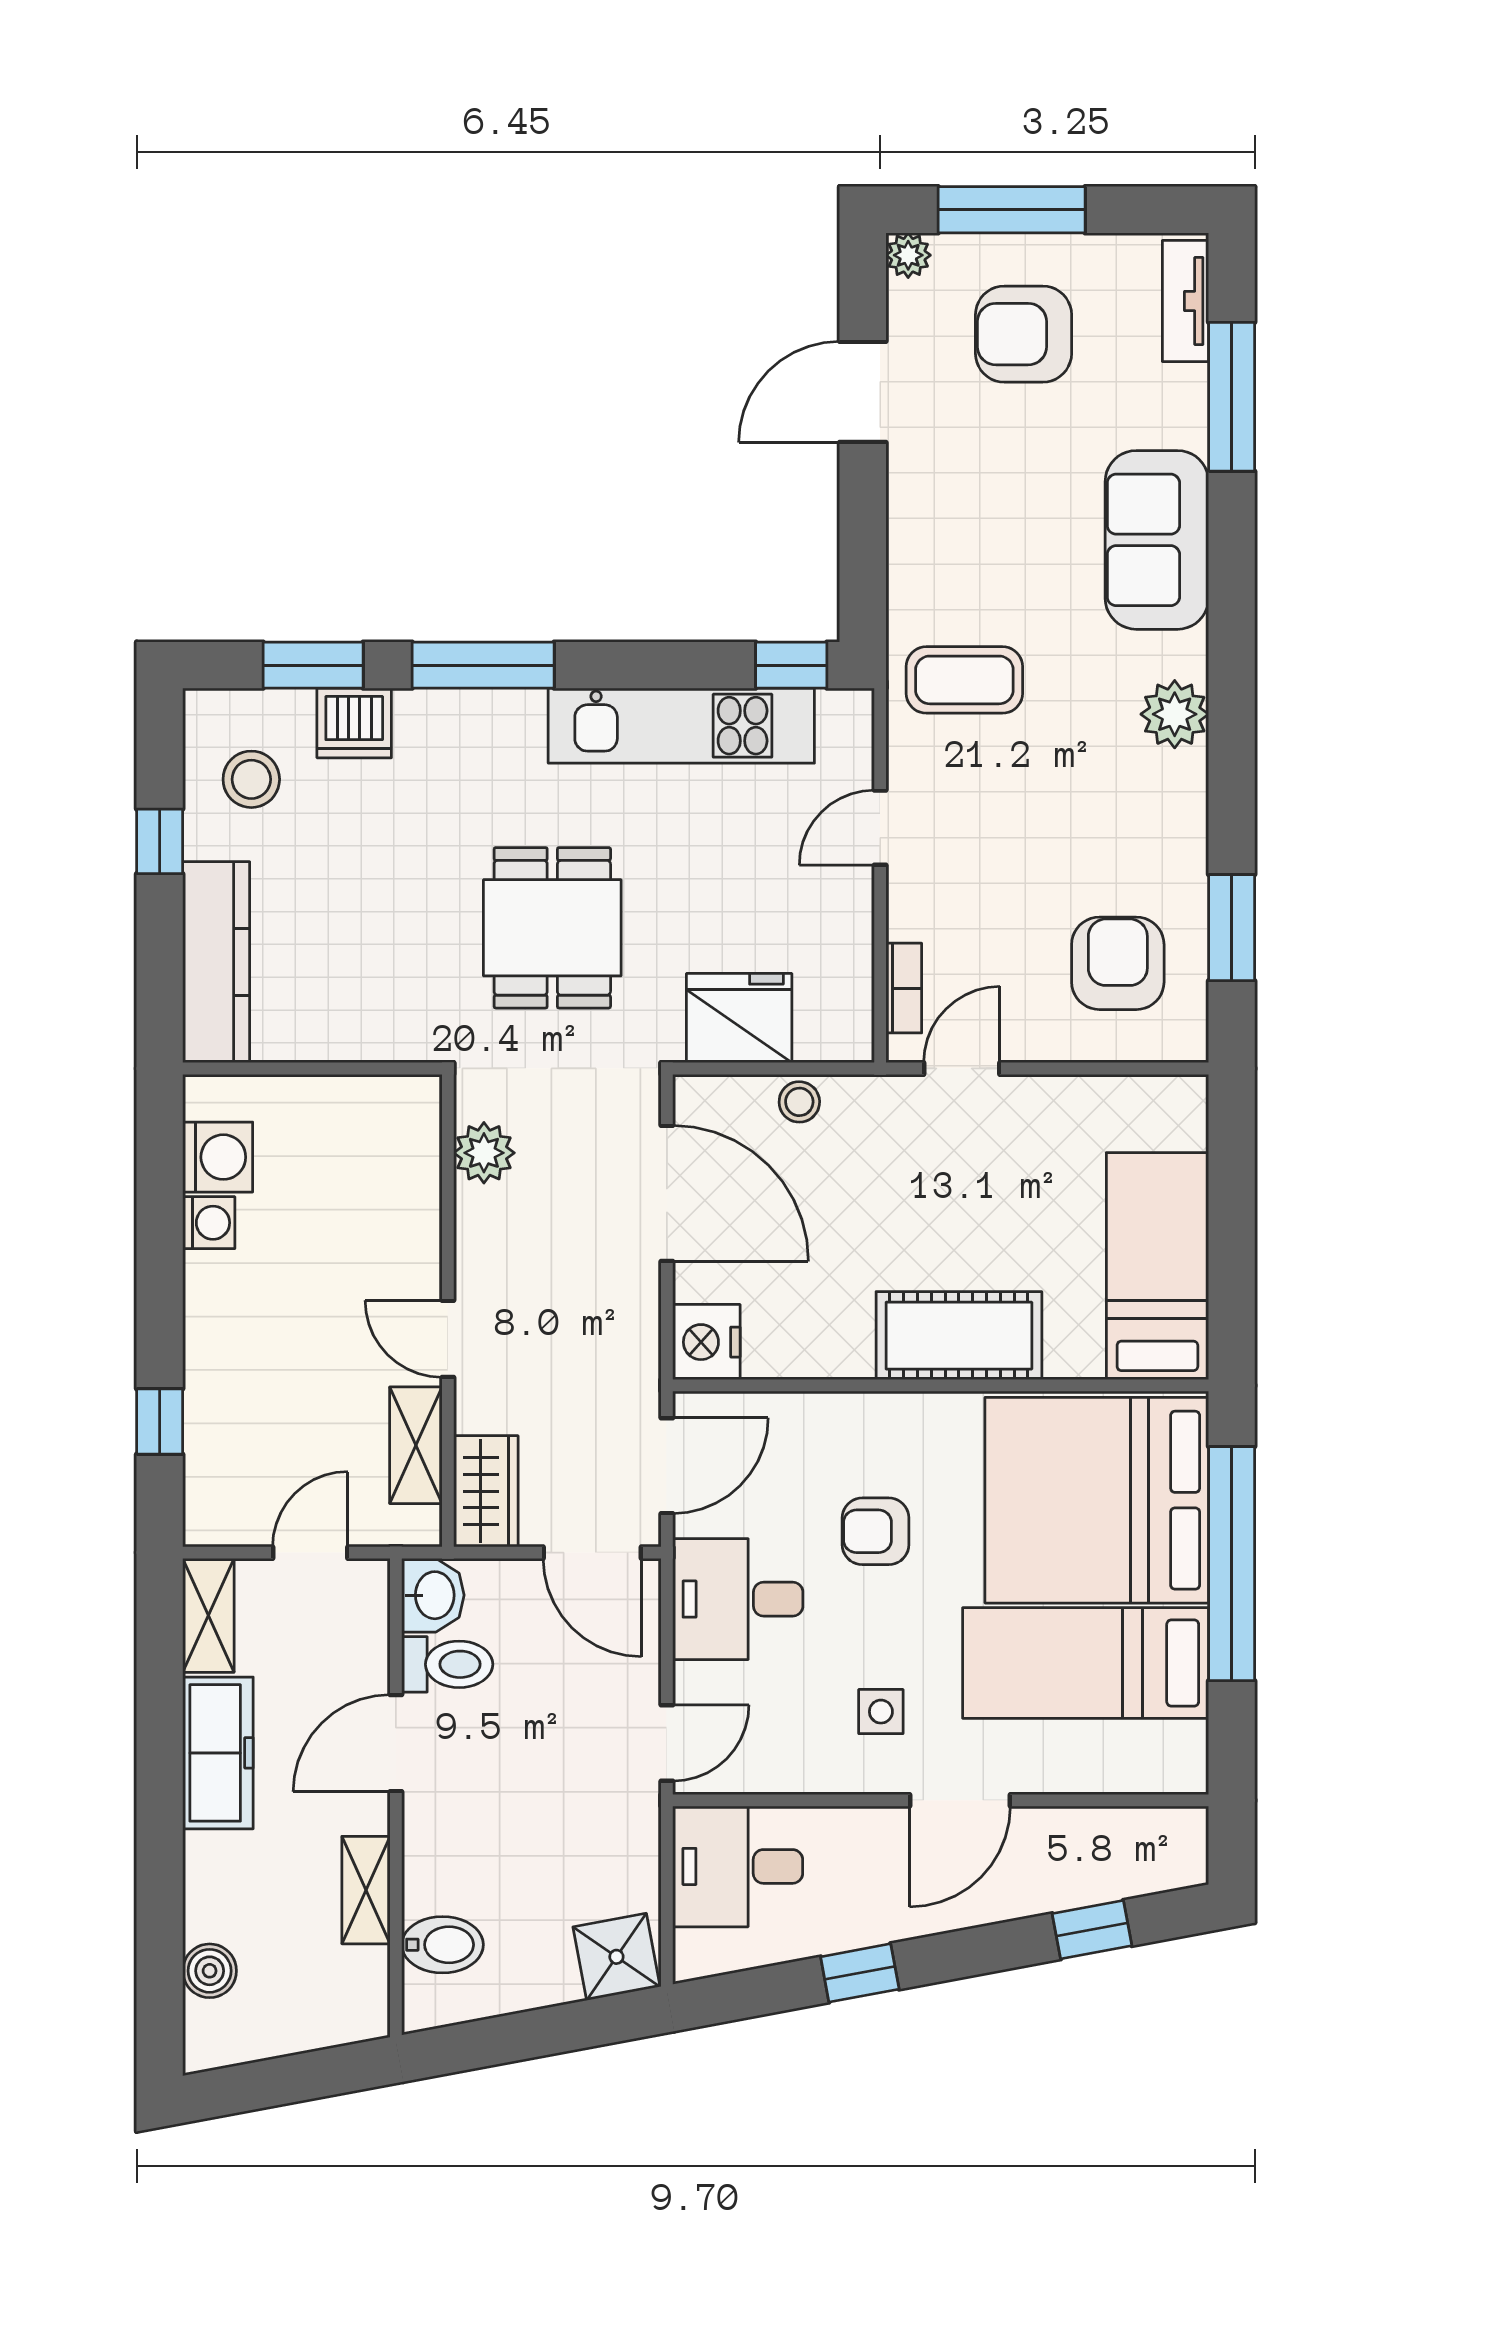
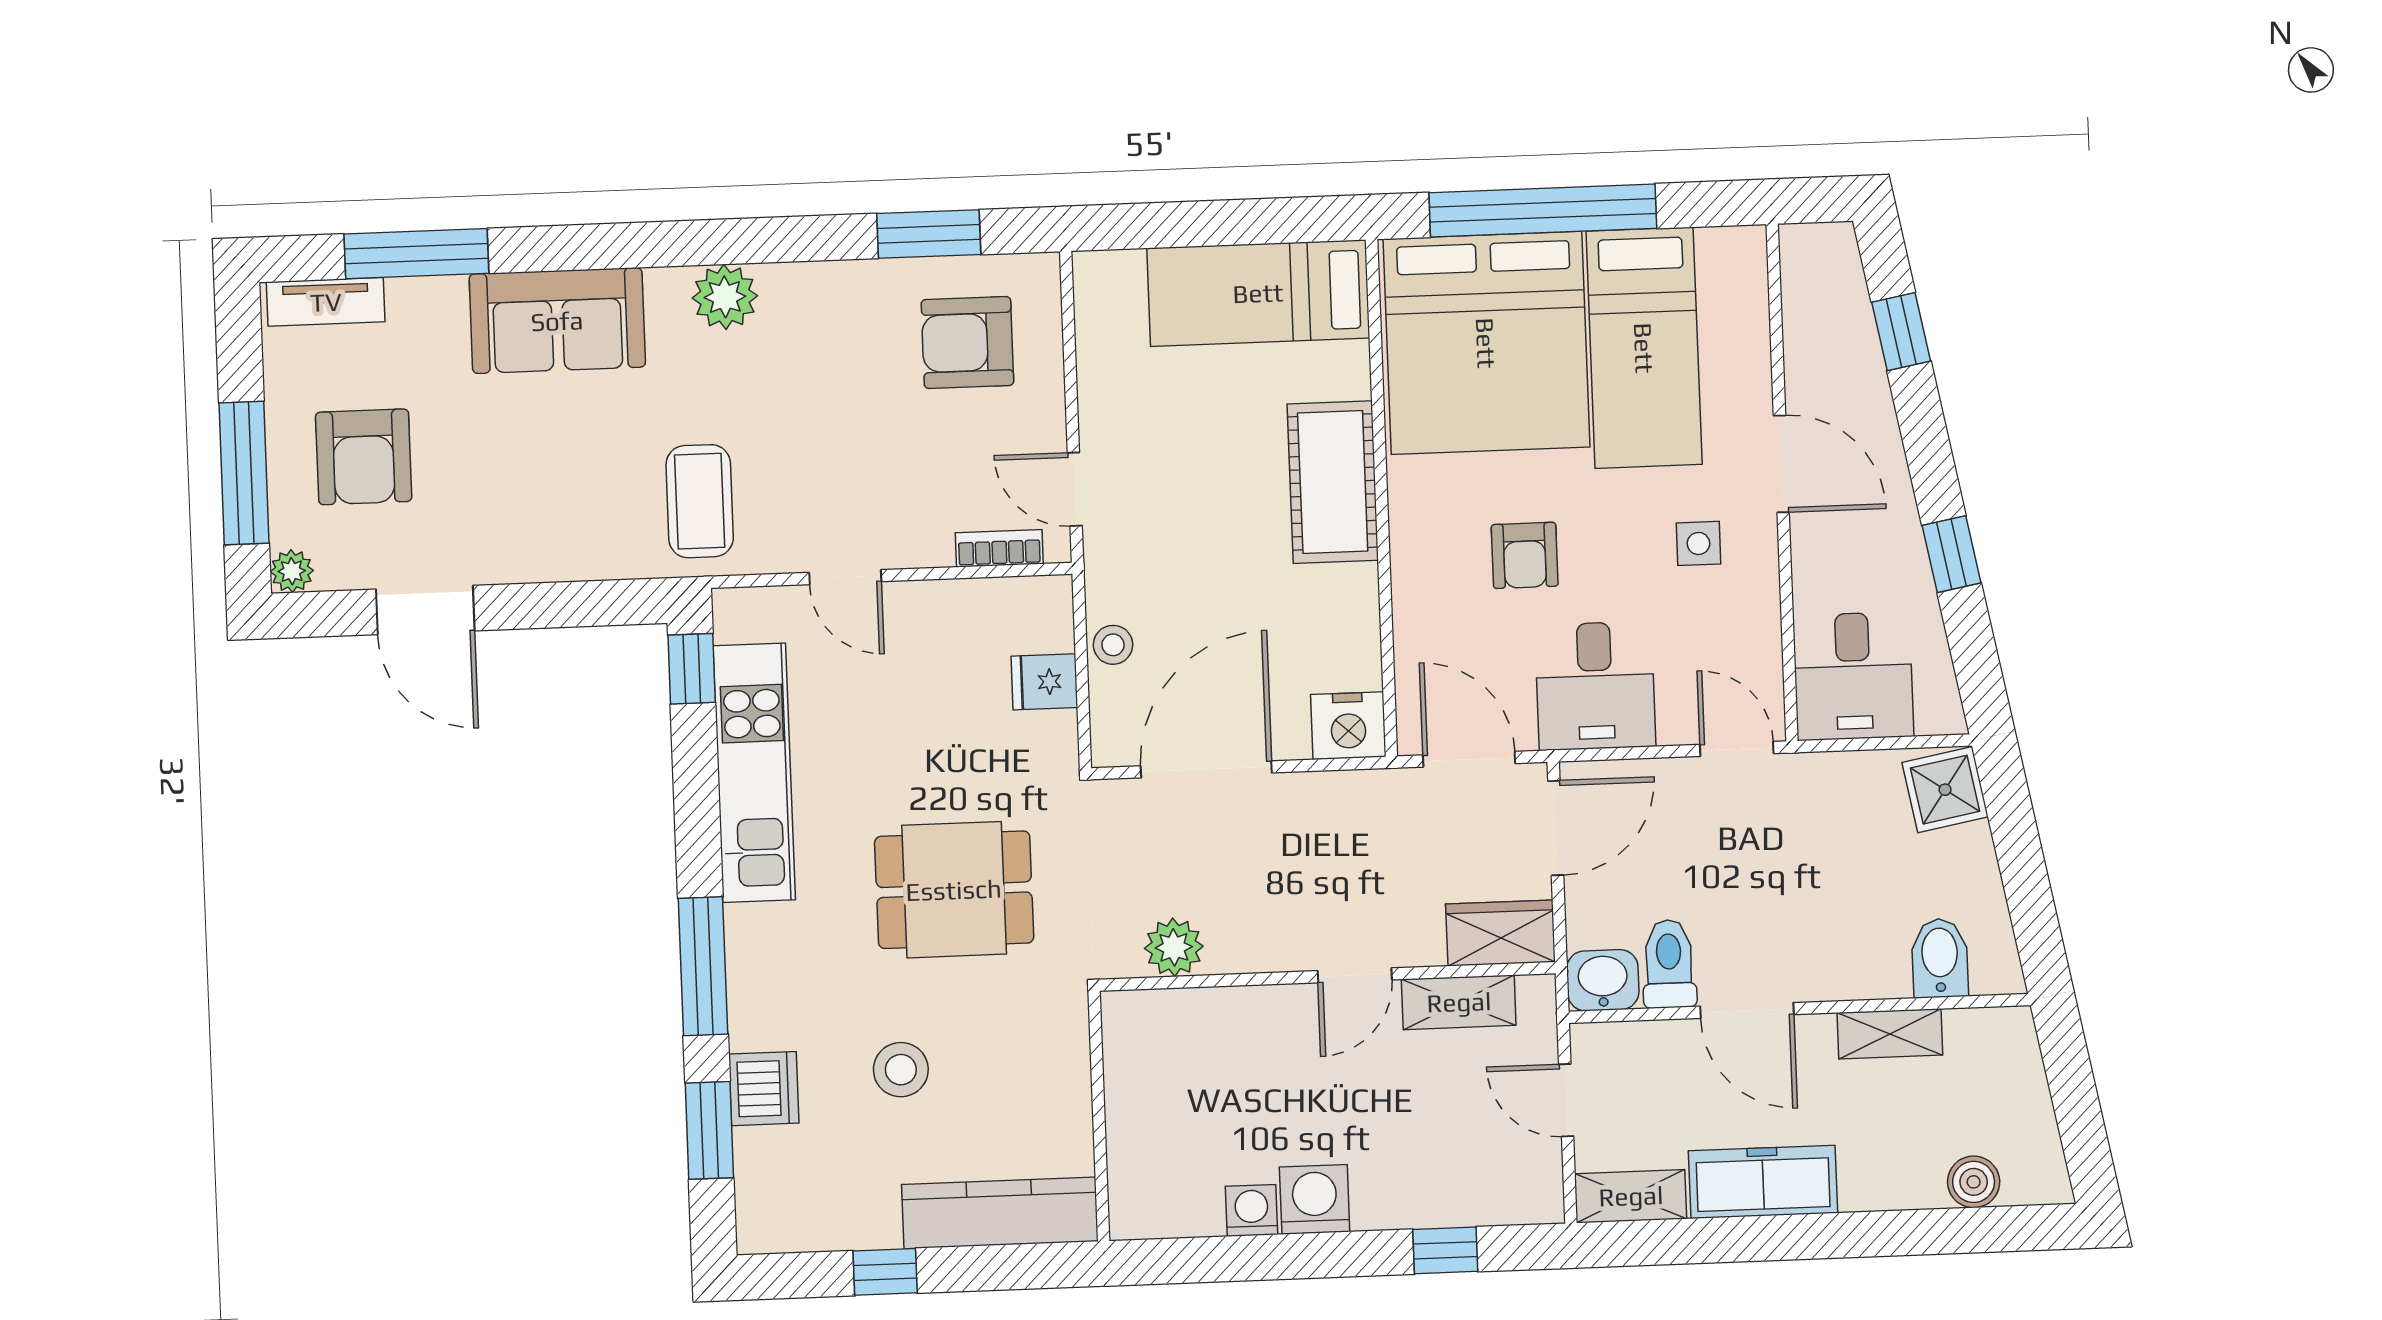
stool: (251, 779) -> (901, 1070), moved
fridge: (739, 1018) -> (1044, 682), width x0.53, depth x0.75
washing machine: (218, 1157) -> (1315, 1199), moved

